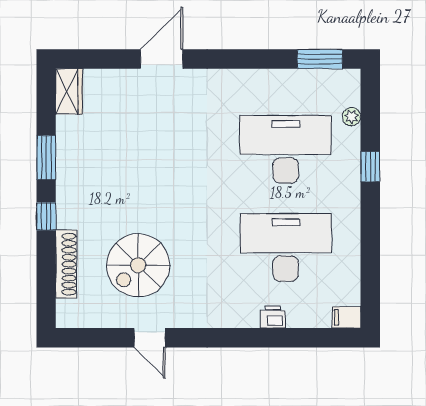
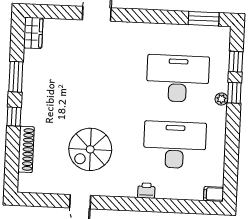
plant: (352, 117) -> (221, 99), moved
window: (370, 120) -> (236, 62), added
spiral stairs: (138, 265) -> (90, 149), moved
printer: (273, 317) -> (146, 191), moved

